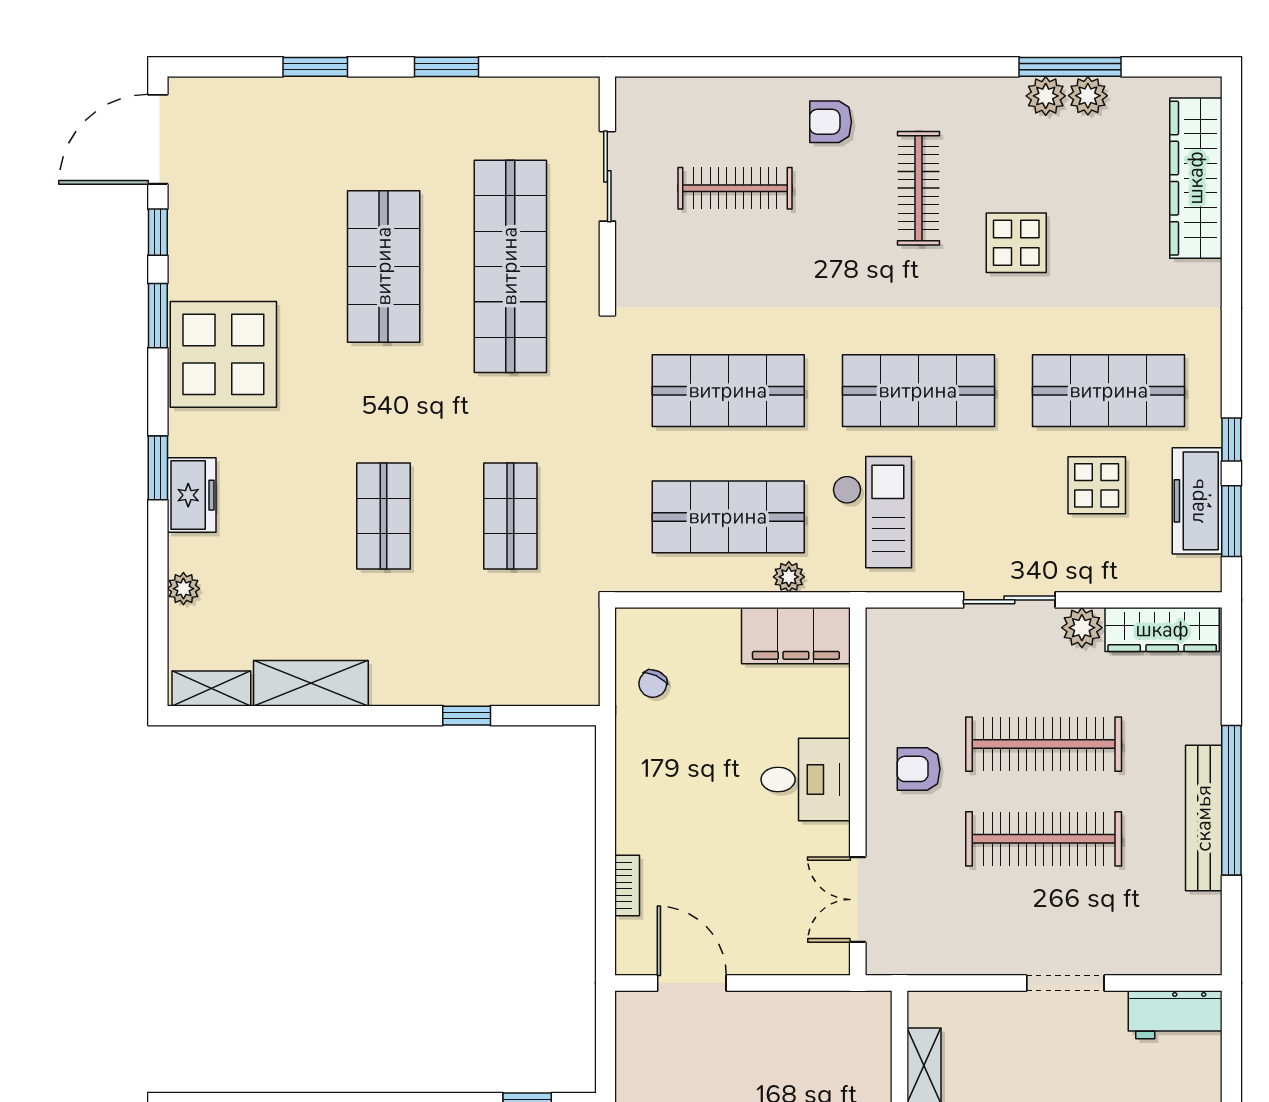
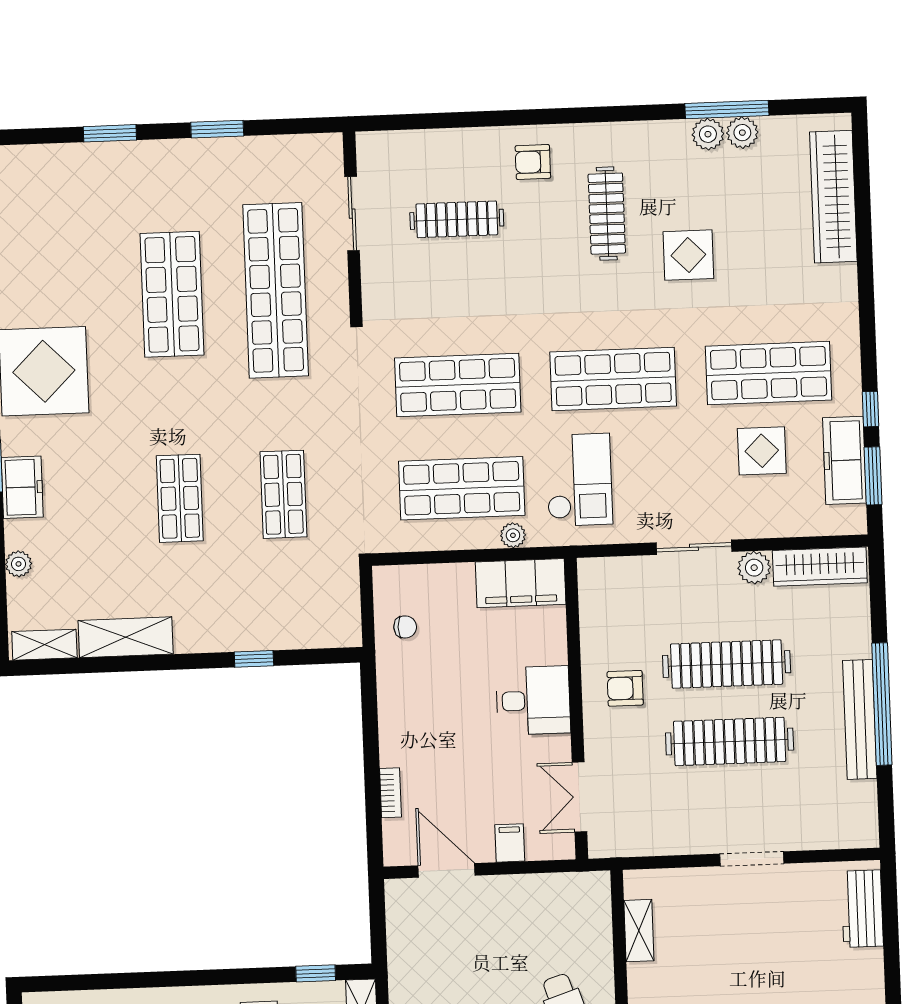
chair: (653, 684) -> (405, 627), turned -115
filing cabinet: (770, 952) -> (510, 843), added
workbench: (1175, 1015) -> (862, 909), moved, turned 90

